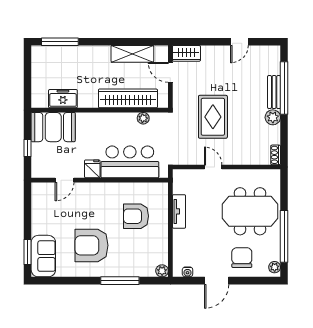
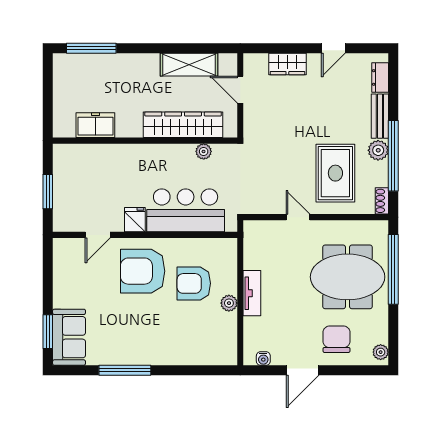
wardrobe: (186, 53) -> (287, 64), moved
dresser: (274, 63) -> (380, 77), added
window: (284, 88) -> (393, 156), moved
rug: (213, 117) -> (335, 173), moved
booth: (53, 127) -> (82, 163), removed
window: (28, 148) -> (48, 192), width x1.50
tv unit: (179, 211) -> (252, 293), moved
window: (284, 236) -> (393, 269), moved
armchair: (91, 245) -> (143, 271), moved
plant: (162, 271) -> (229, 303), moved
window: (120, 281) -> (125, 370), moved

